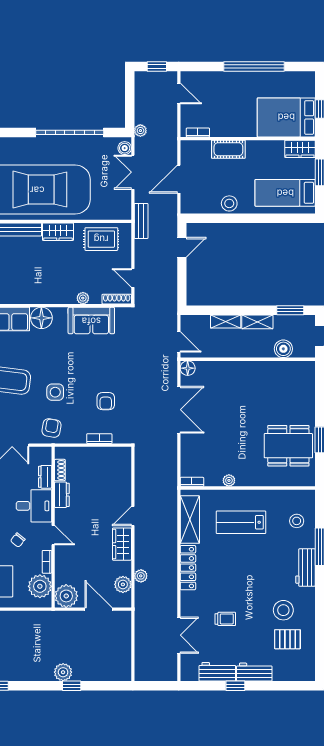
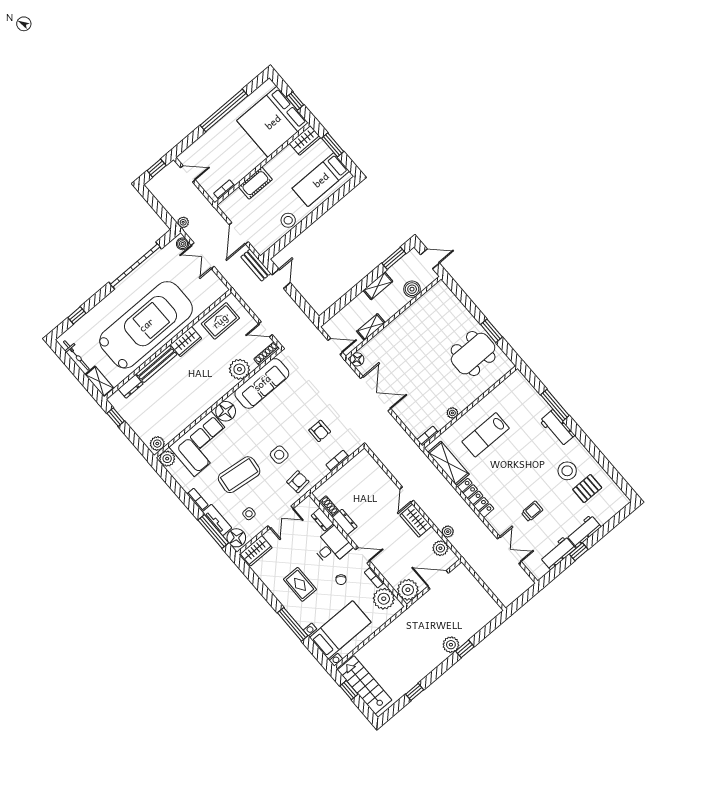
bed: (286, 117) -> (273, 122), width x1.36
bench: (141, 221) -> (256, 265), moved
plant: (83, 298) -> (239, 369), width x1.88, depth x1.88
sofa: (91, 321) -> (262, 383), width x1.36
shelving: (226, 322) -> (371, 327), moved
armchair: (52, 428) -> (298, 482), turned 75
stool: (297, 521) -> (523, 401), removed

